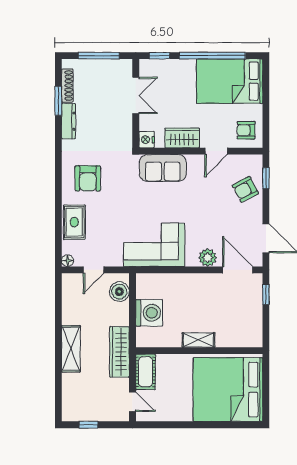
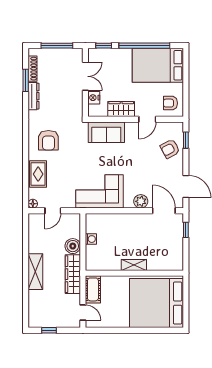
nightstand: (147, 140) -> (94, 98), moved
boiler: (119, 292) -> (73, 246), moved
washing machine: (149, 313) -> (91, 239), width x0.53, depth x0.53

